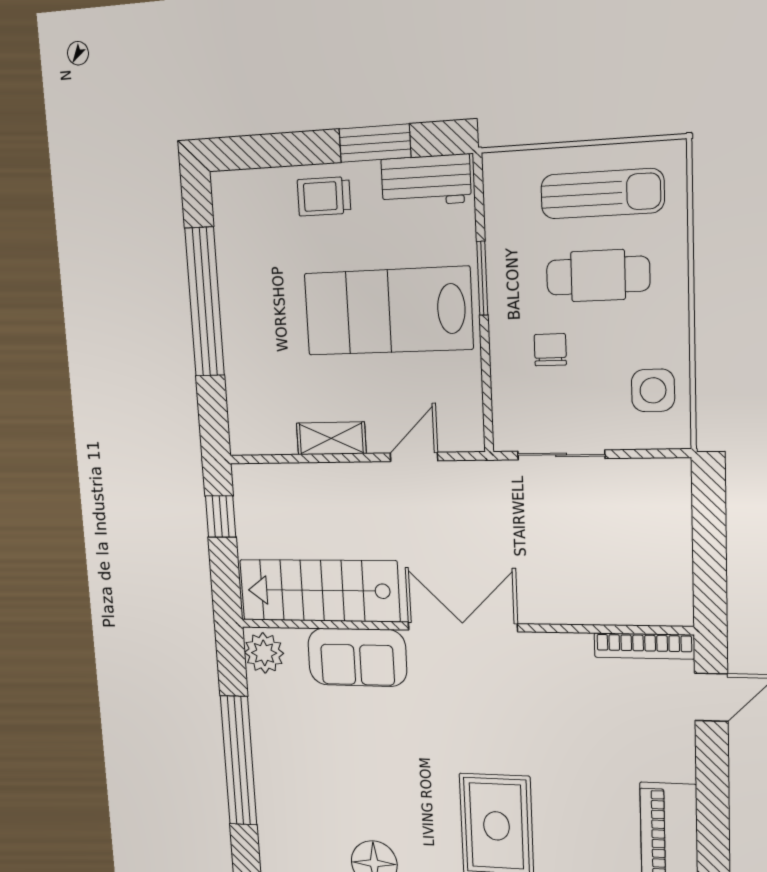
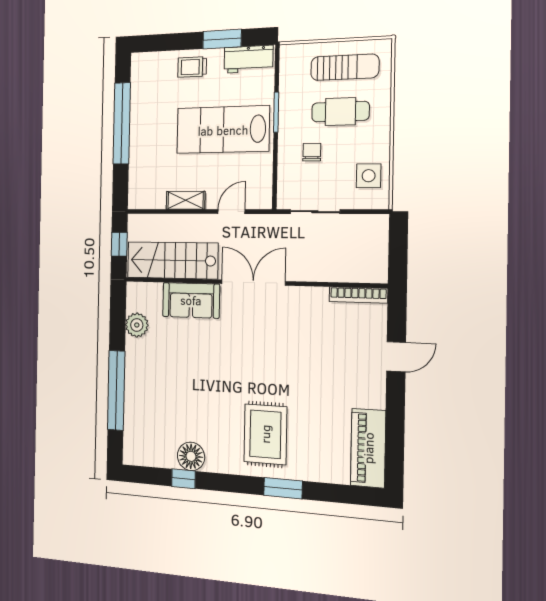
stairs: (319, 591) -> (172, 260), moved
wall: (459, 627) -> (251, 283), moved
double door: (462, 627) -> (253, 283), moved
bookcase: (644, 646) -> (358, 295), moved
sofa: (357, 657) -> (191, 300), moved

